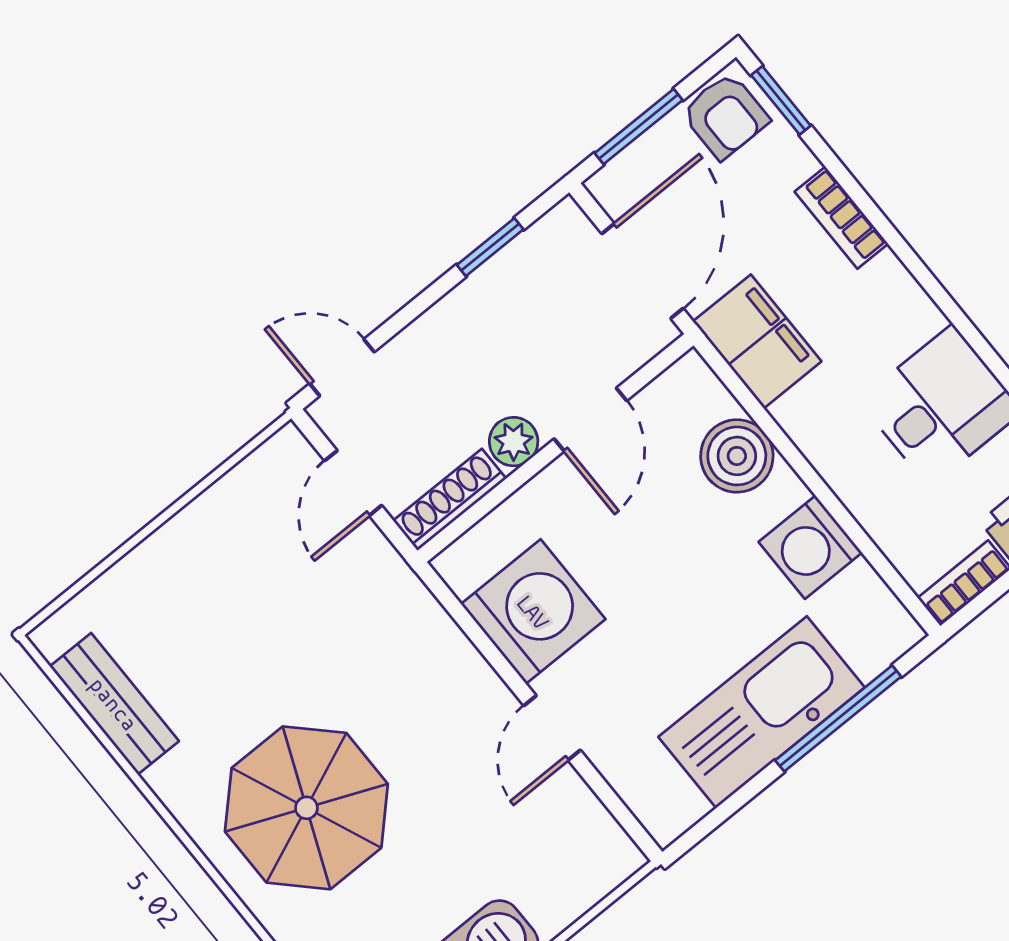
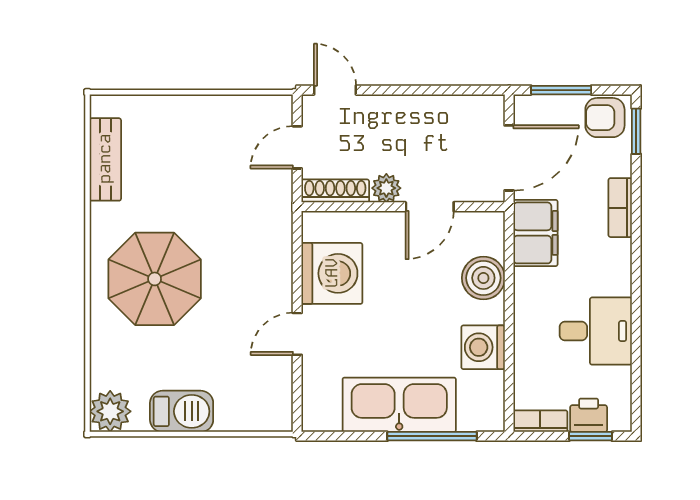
armchair: (725, 116) -> (605, 118), turned 90
window: (490, 247) -> (448, 90), removed

